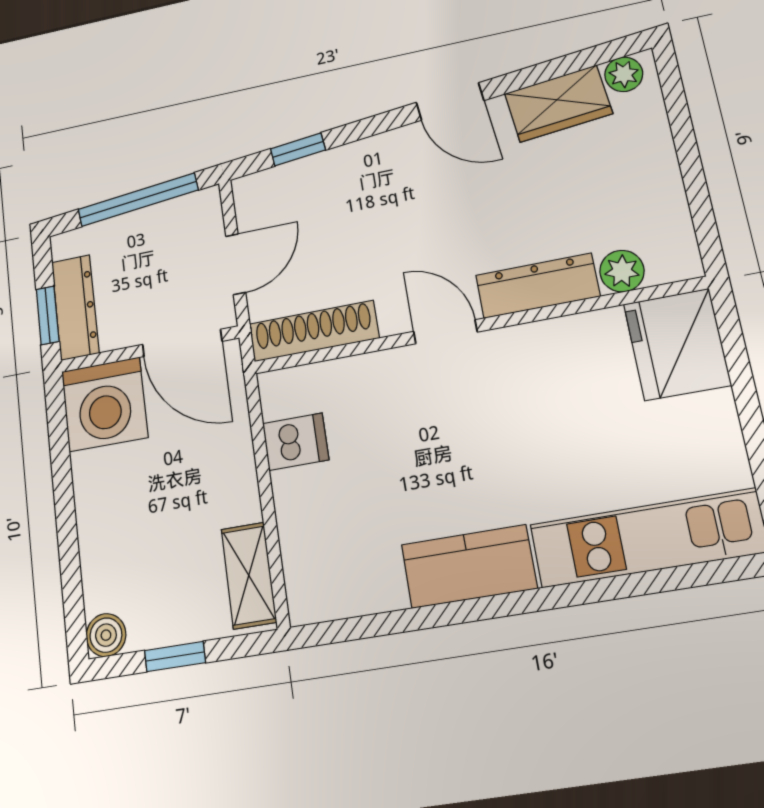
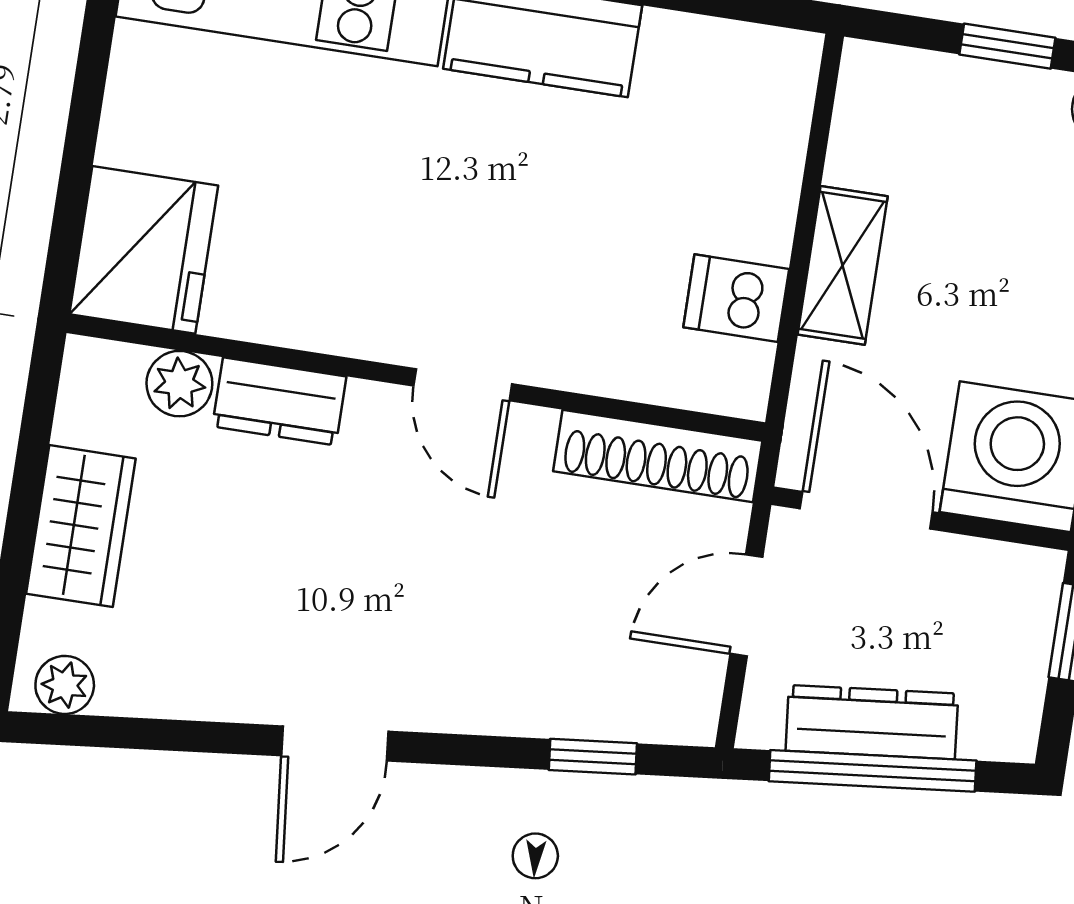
door: (450, 102) -> (335, 743), swing flipped
wardrobe: (558, 104) -> (81, 526), moved, turned 96
dresser: (538, 286) -> (279, 401), width x0.70
dresser: (75, 307) -> (872, 722), moved, turned 84
shelving: (249, 575) -> (843, 265), moved

